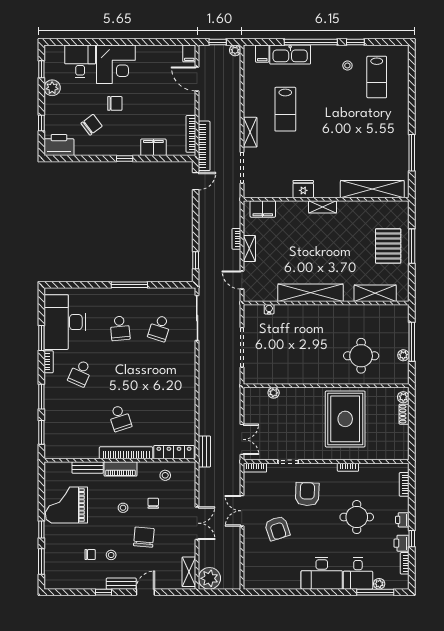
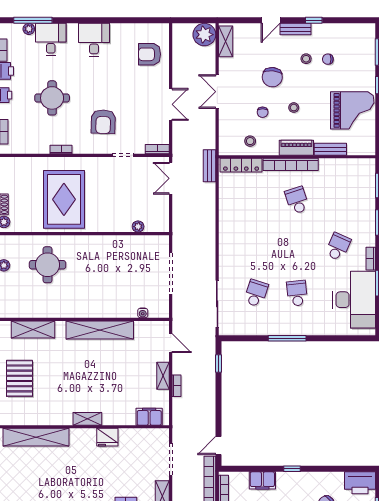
armchair: (277, 528) -> (149, 54), moved, turned -72
desk: (322, 573) -> (94, 40), width x0.73

